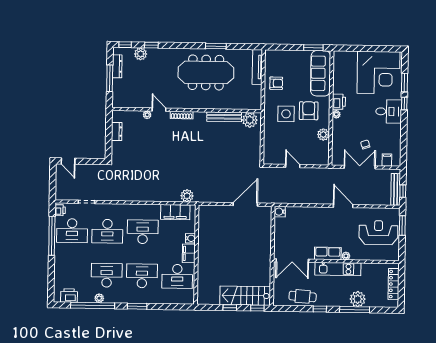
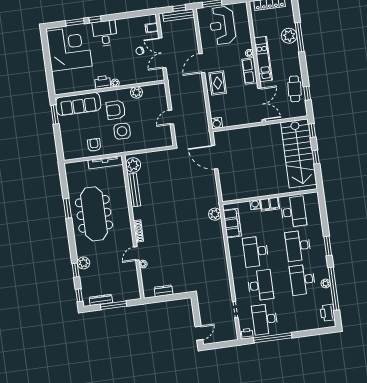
plant: (141, 54) -> (83, 263), moved
tv unit: (257, 67) -> (105, 162), moved
rug: (320, 219) -> (218, 83), added
desk: (72, 231) -> (265, 319), turned 180
stairs: (245, 296) -> (299, 153), width x1.36, depth x1.51
window: (320, 309) -> (307, 93), moved

